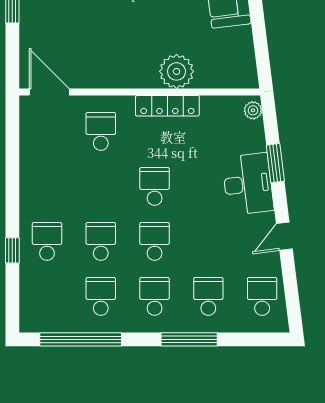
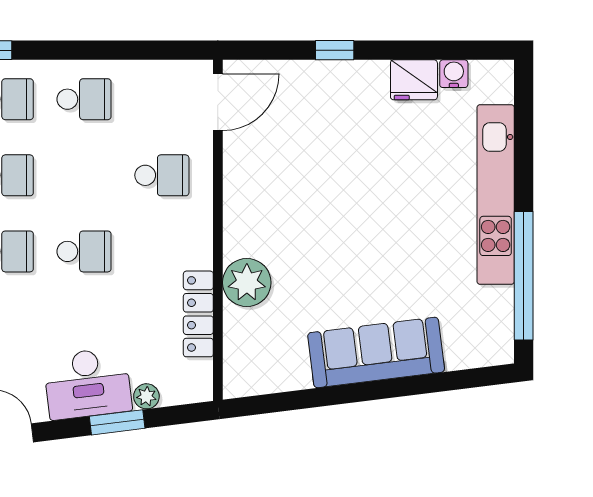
locker: (167, 106) -> (198, 314), moved
plant: (253, 110) -> (146, 396), moved
school desk: (47, 186) -> (84, 99), added

